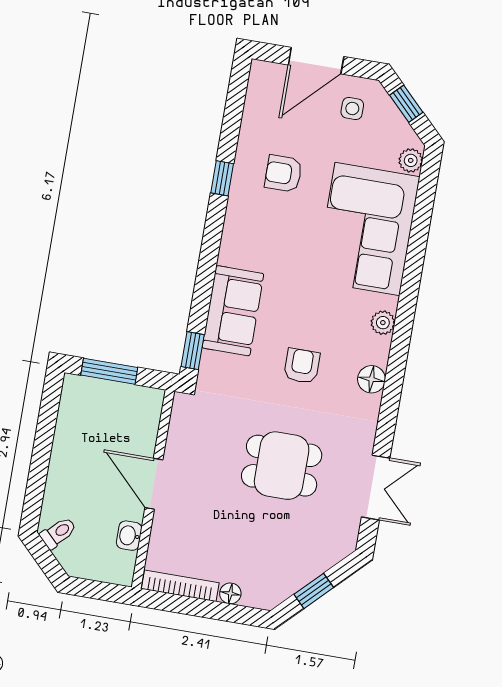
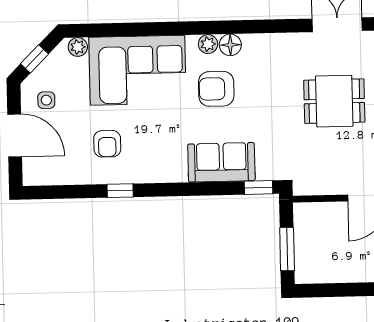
armchair: (302, 366) -> (216, 89), moved, width x1.38, depth x1.38
floor lamp: (371, 379) -> (230, 45), moved
dining table: (282, 466) -> (334, 101), turned 90

